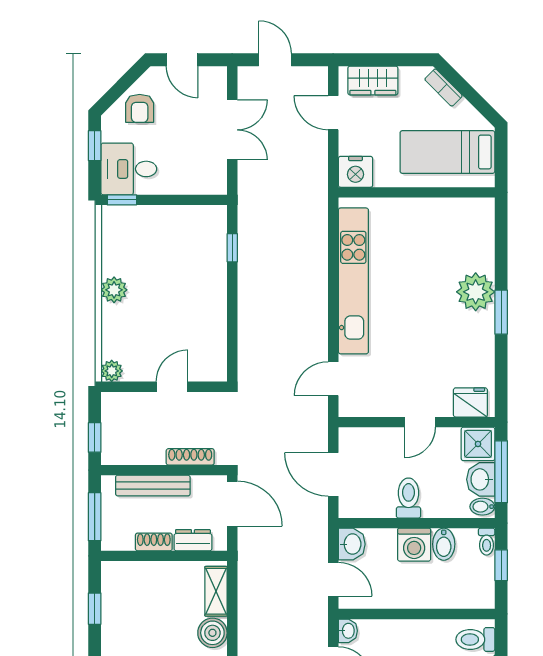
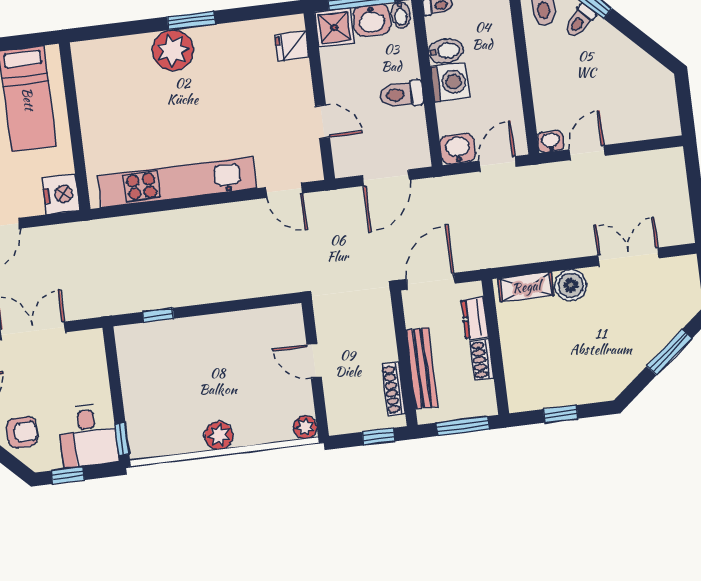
fridge: (470, 402) -> (292, 46), width x0.72
door: (420, 422) -> (323, 122), moved
shoe rack: (190, 457) -> (393, 389), moved

